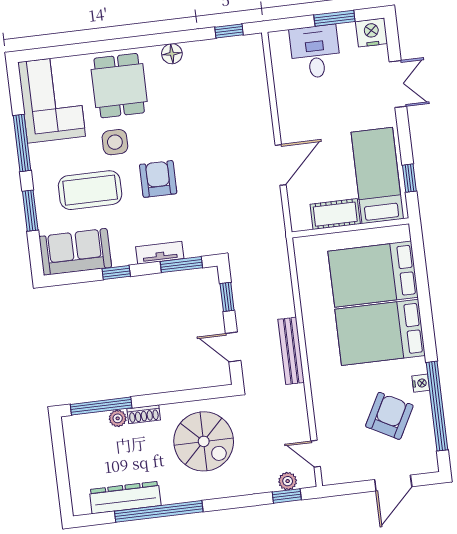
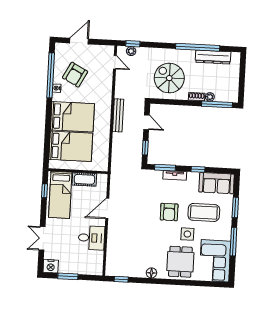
desk: (315, 52) -> (92, 238), moved, turned -90

